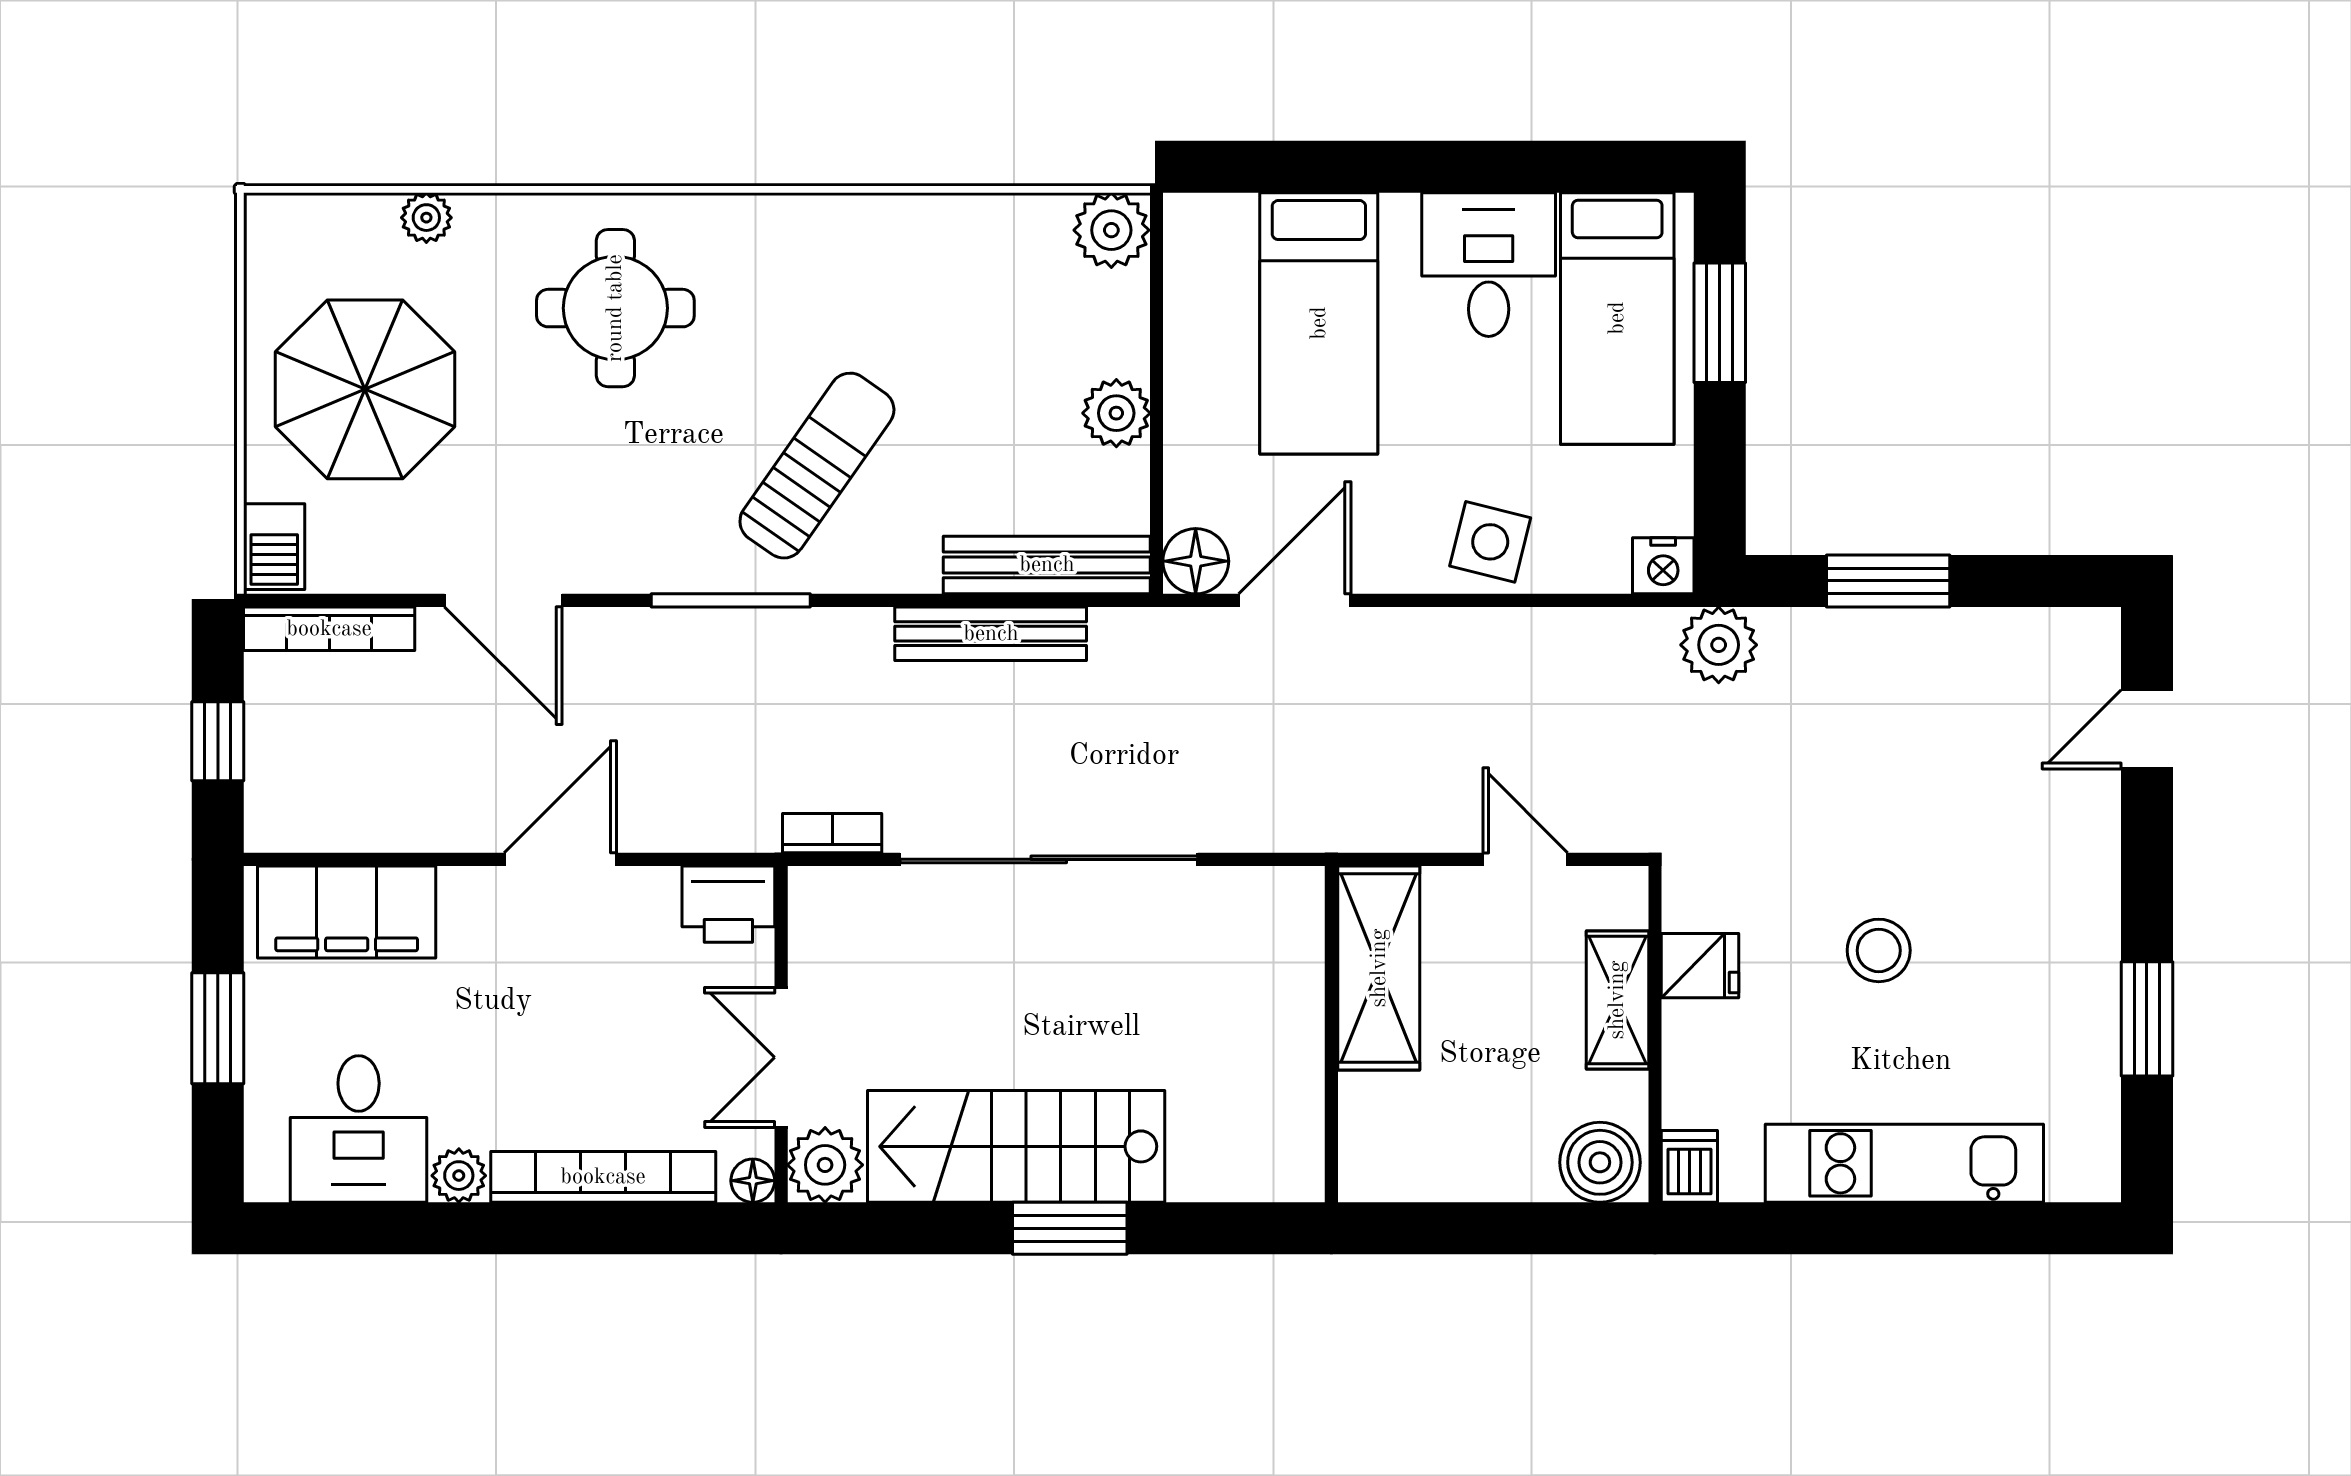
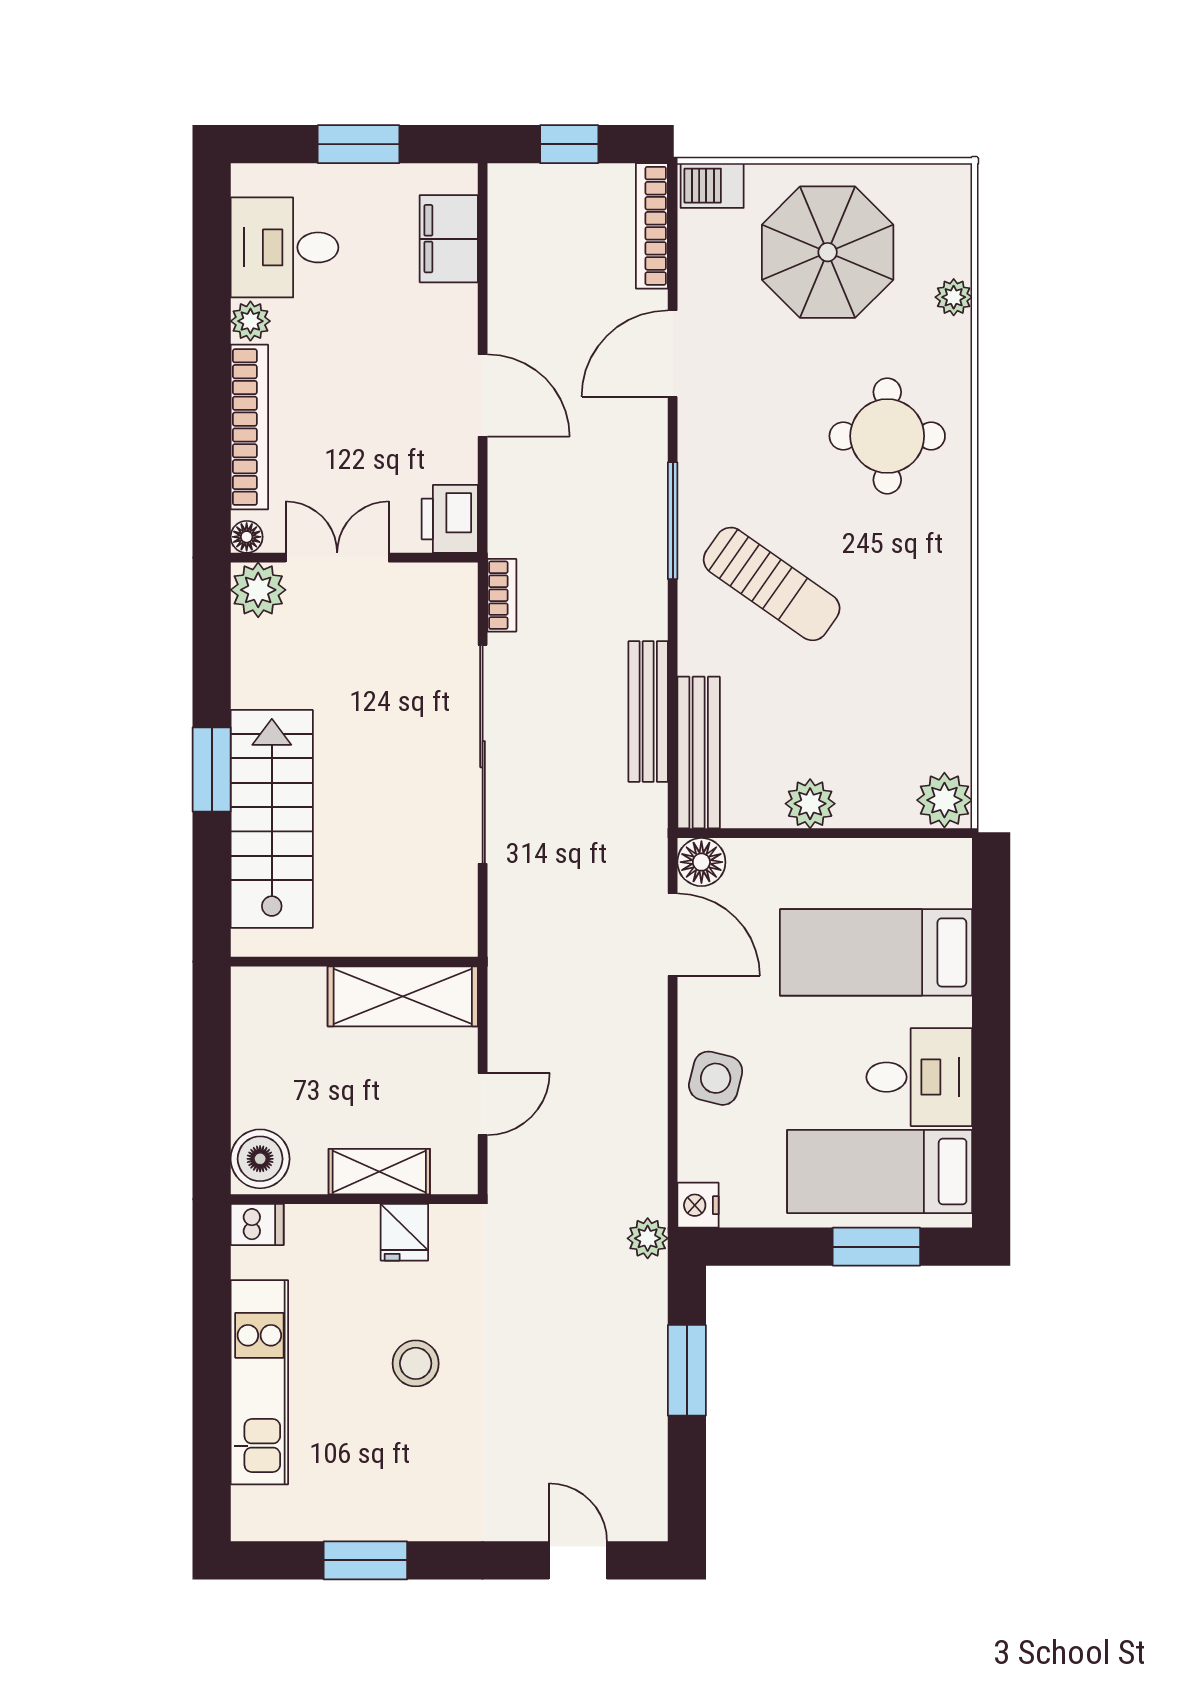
plant: (1719, 645) -> (648, 1238), width x0.73, depth x0.73
filing cabinet: (347, 912) -> (449, 239), width x0.67, depth x0.86
stairs: (1016, 1146) -> (272, 819), moved

